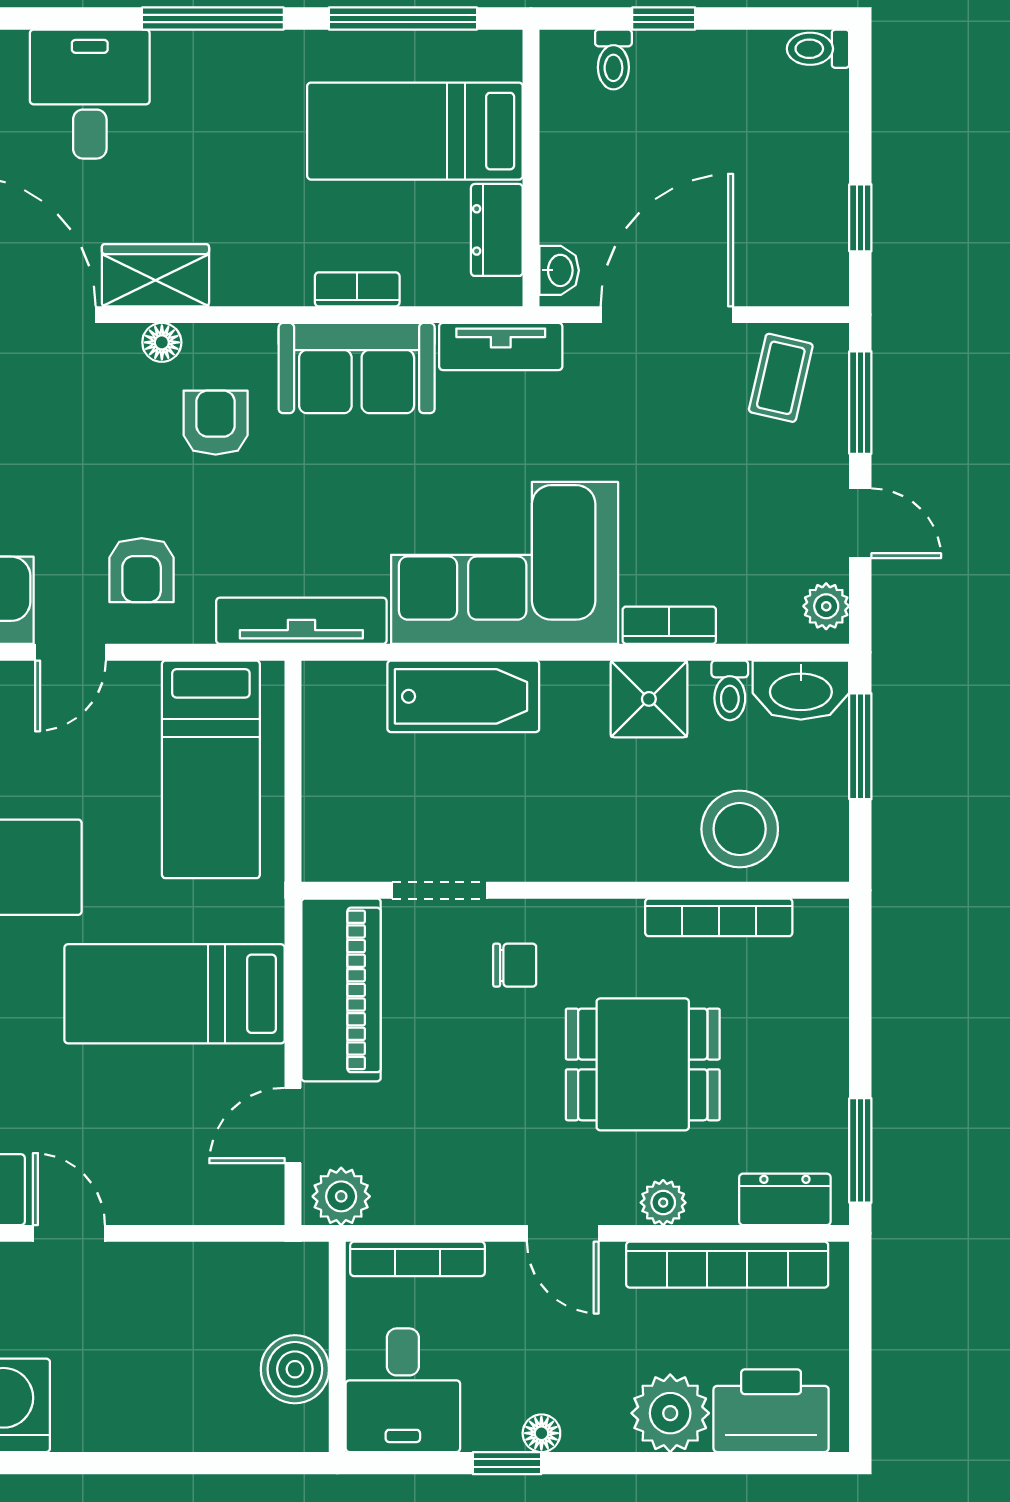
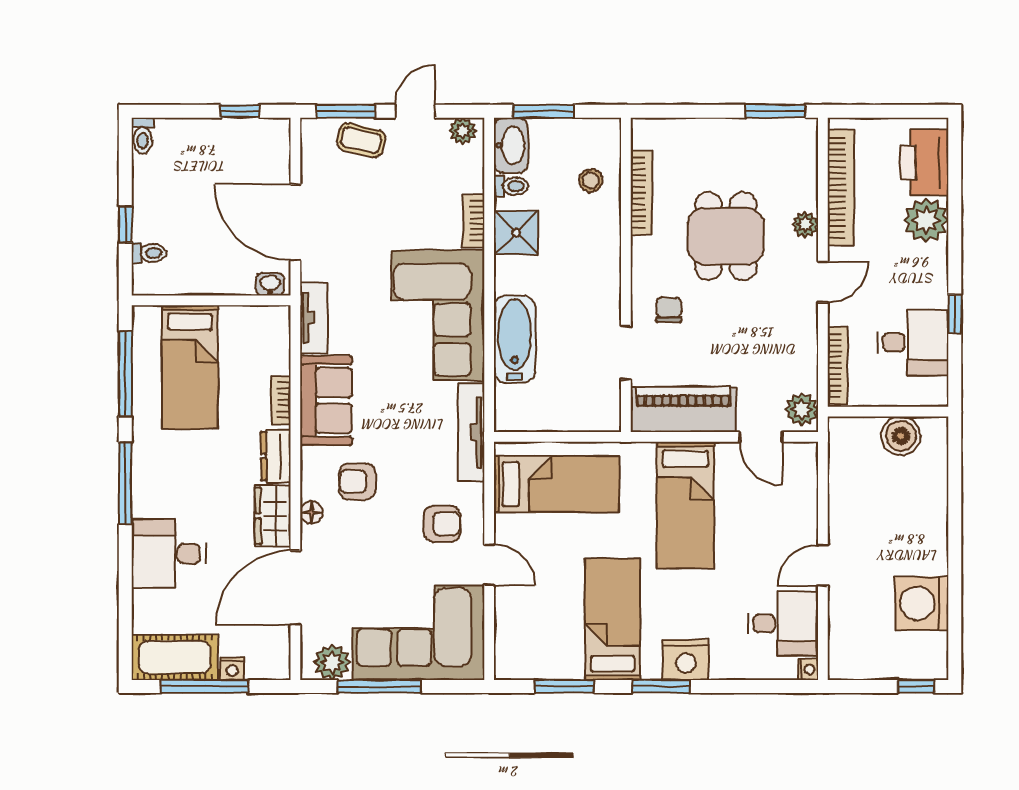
dresser: (497, 230) -> (276, 456), moved, turned 90
coffee table: (781, 378) -> (361, 140), moved
stool: (740, 829) -> (591, 180), width x0.53, depth x0.53
dresser: (785, 1199) -> (803, 155), removed
desk: (403, 1390) -> (913, 342), moved
floor lamp: (541, 1433) -> (938, 294), removed

